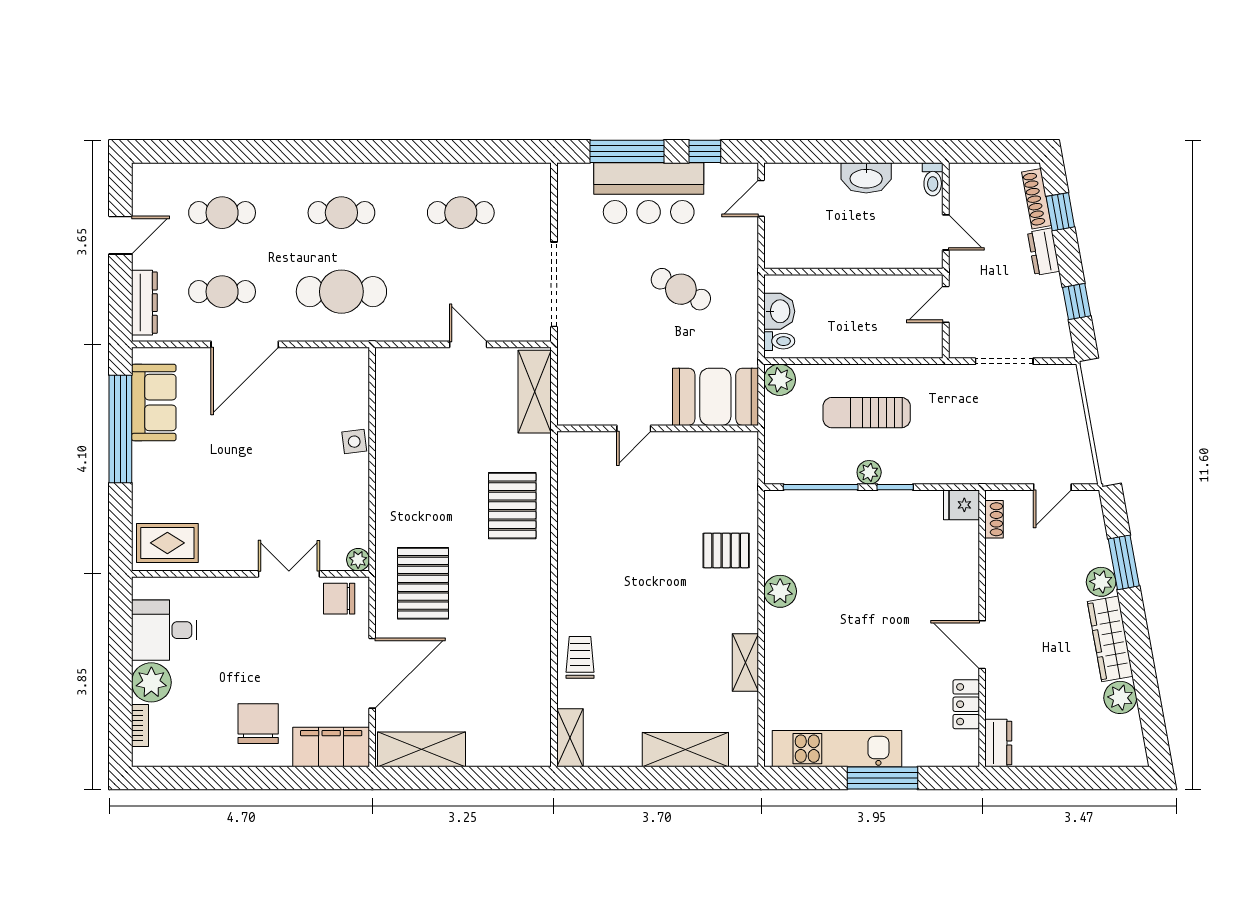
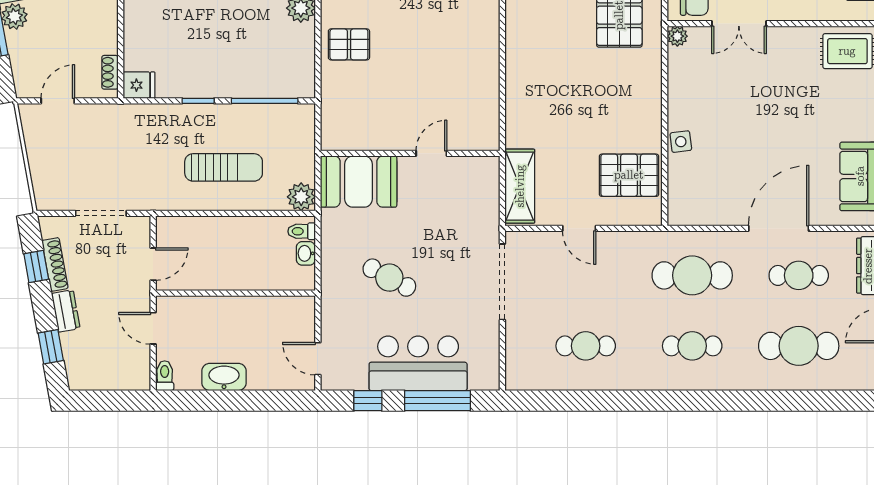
door: (761, 198) -> (318, 359), swing flipped
shoe rack: (1037, 199) -> (55, 264), moved
cafe table: (222, 213) -> (799, 346), width x1.37, depth x1.35
washbasin: (779, 311) -> (306, 253), width x0.72, depth x0.69
plant: (869, 472) -> (221, 114), removed
pallet: (512, 506) -> (629, 175), moved, turned 90

